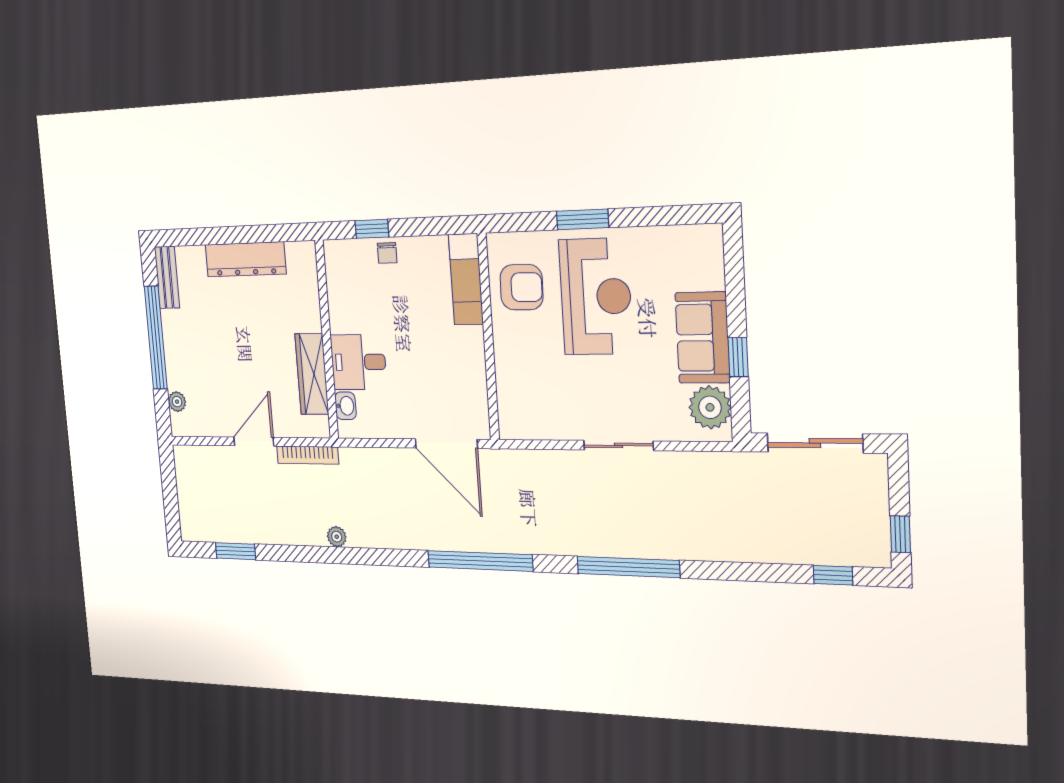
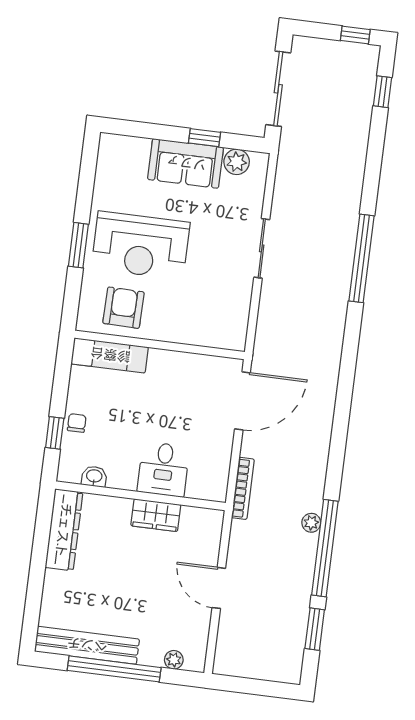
chair: (387, 253) -> (77, 423), turned -90
dresser: (246, 259) -> (64, 530), moved
bench: (167, 277) -> (87, 645), width x1.86, depth x1.21
reception desk: (596, 297) -> (141, 245), turned 180
wardrobe: (312, 374) -> (156, 515), width x0.67
washbasin: (345, 406) -> (94, 476), moved
plant: (710, 407) -> (237, 162), width x0.73, depth x0.73
bookcase: (308, 455) -> (243, 488), moved
window: (480, 561) -> (325, 548), moved

